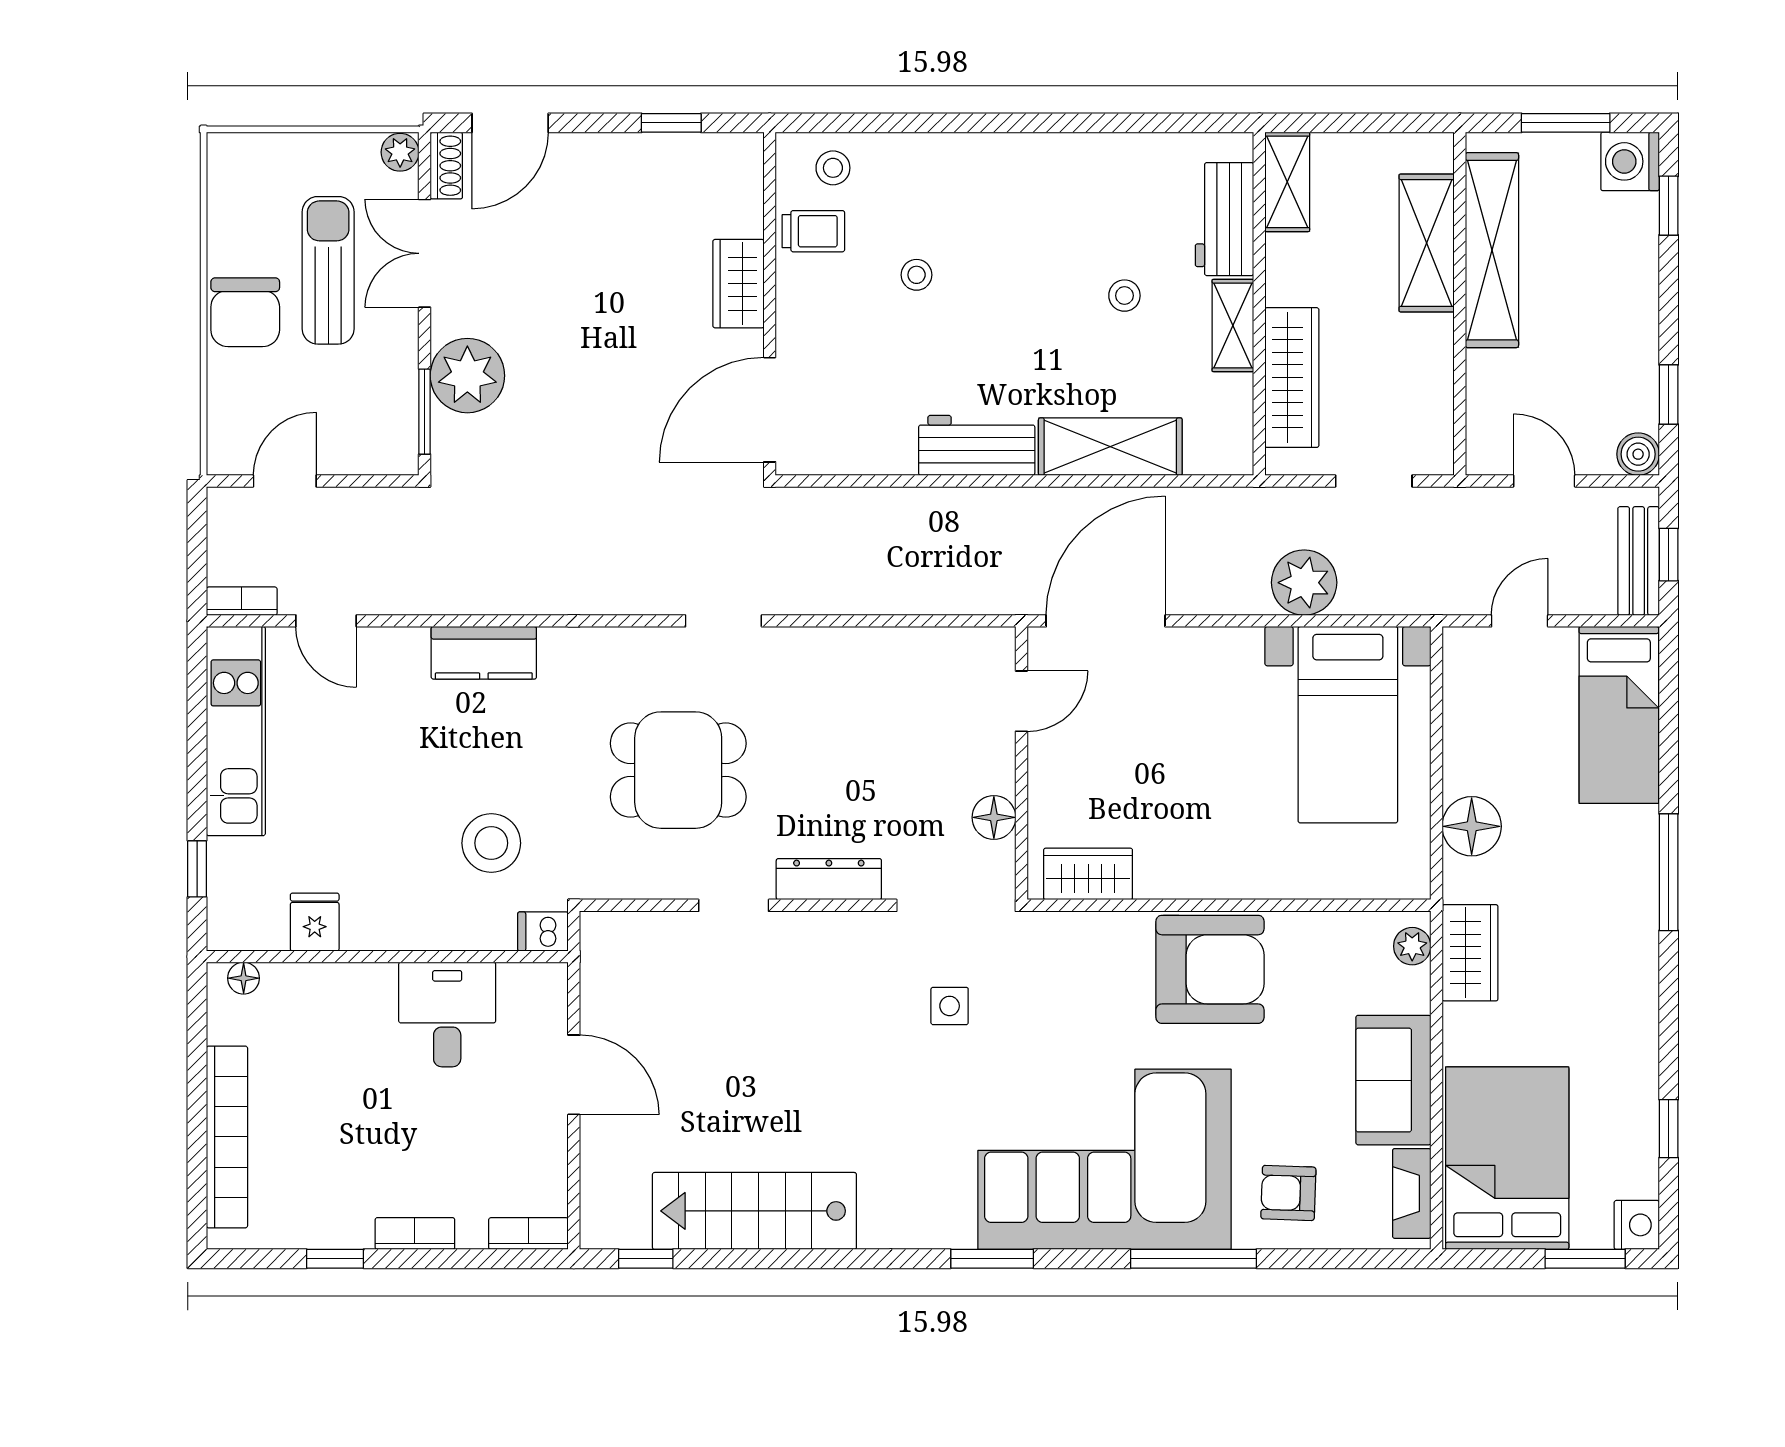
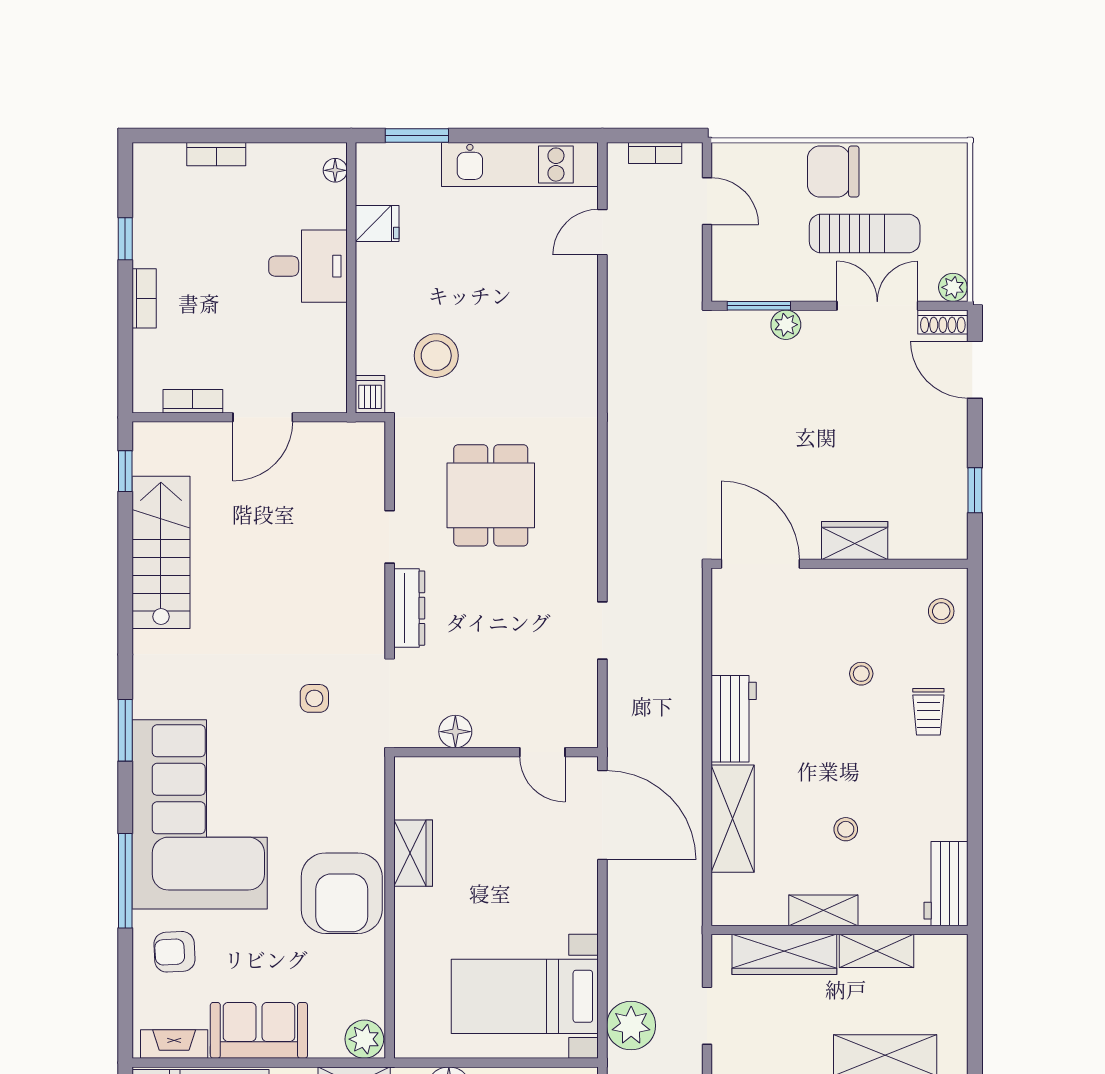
shelving: (1287, 182) -> (877, 951), moved
workbench: (1224, 219) -> (946, 884), moved, turned -90
trolley: (813, 231) -> (928, 712), moved
plant: (467, 376) -> (786, 325), width x0.53, depth x0.53
plant: (1304, 583) -> (631, 1026), moved
bookcase: (242, 601) -> (655, 153), moved, turned 90
doorway: (723, 621) -> (602, 631), moved
kitchen counter: (484, 653) -> (579, 350), removed
window: (197, 869) -> (417, 135), width x1.50
wardrobe: (1088, 874) -> (413, 853), moved
plant: (1412, 946) -> (364, 1039), width x1.38, depth x1.38
desk: (447, 1015) -> (308, 266), moved
bookcase: (227, 1137) -> (216, 154), width x0.43, depth x0.76
armchair: (1288, 1193) -> (174, 952), turned -95
bookcase: (528, 1234) -> (193, 401), moved, turned -90

